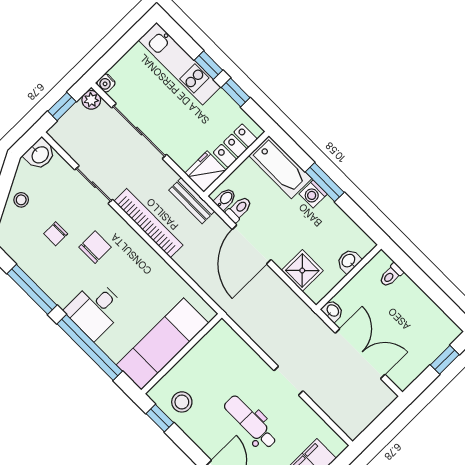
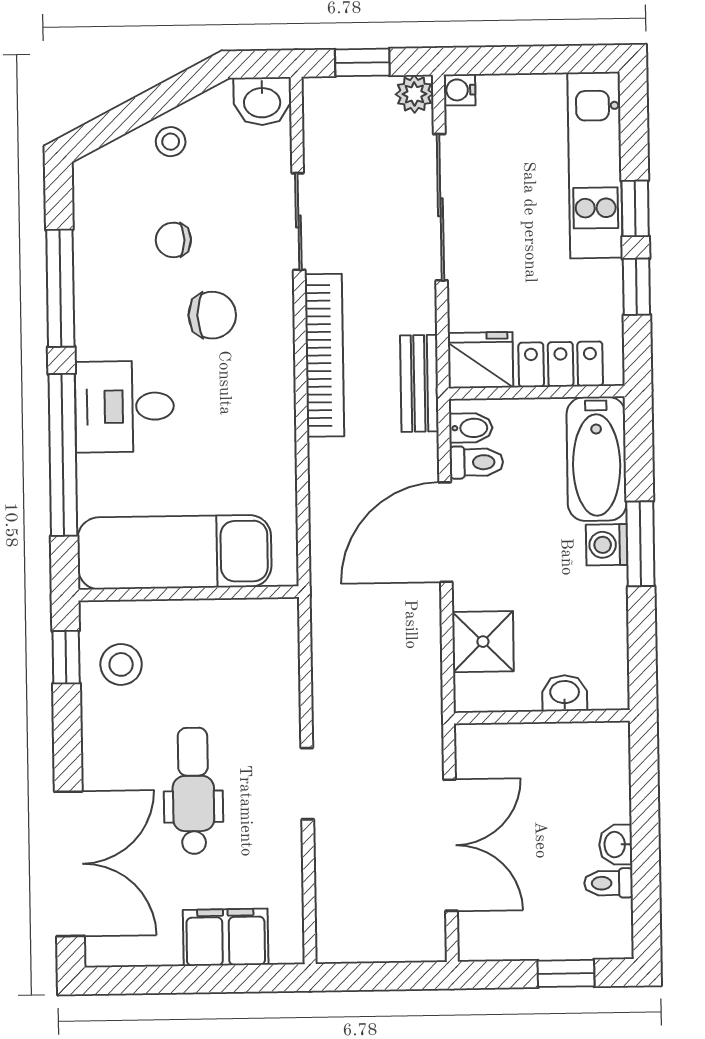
toilet: (391, 275) -> (608, 883), moved
washbasin: (333, 311) -> (616, 845), moved, turned 180

